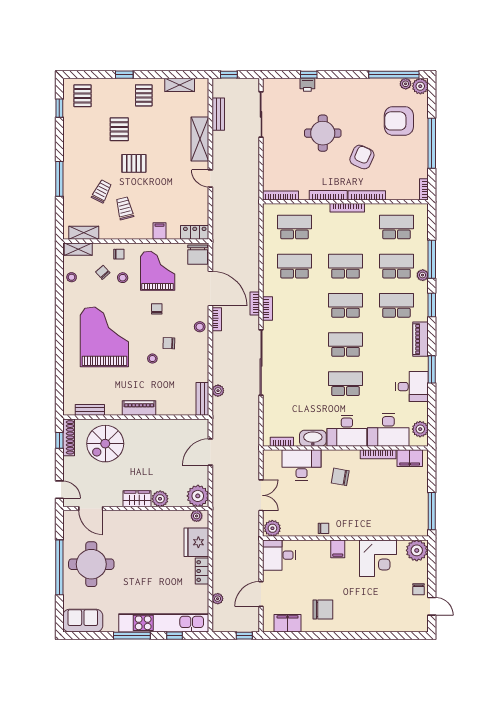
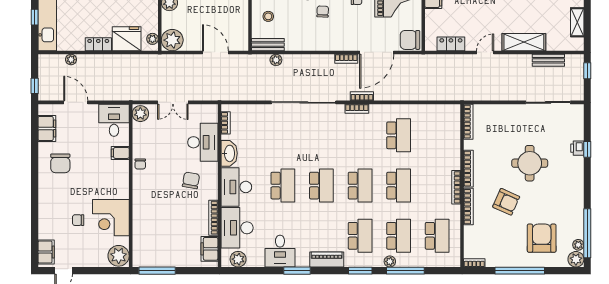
school desk: (294, 227) -> (437, 135), removed
locker: (195, 232) -> (451, 44), moved, turned -90
stool: (200, 327) -> (268, 16), moved
filing cabinet: (338, 549) -> (120, 153), moved
chair: (418, 589) -> (78, 220), moved
filing cabinet: (413, 624) -> (46, 252), added

